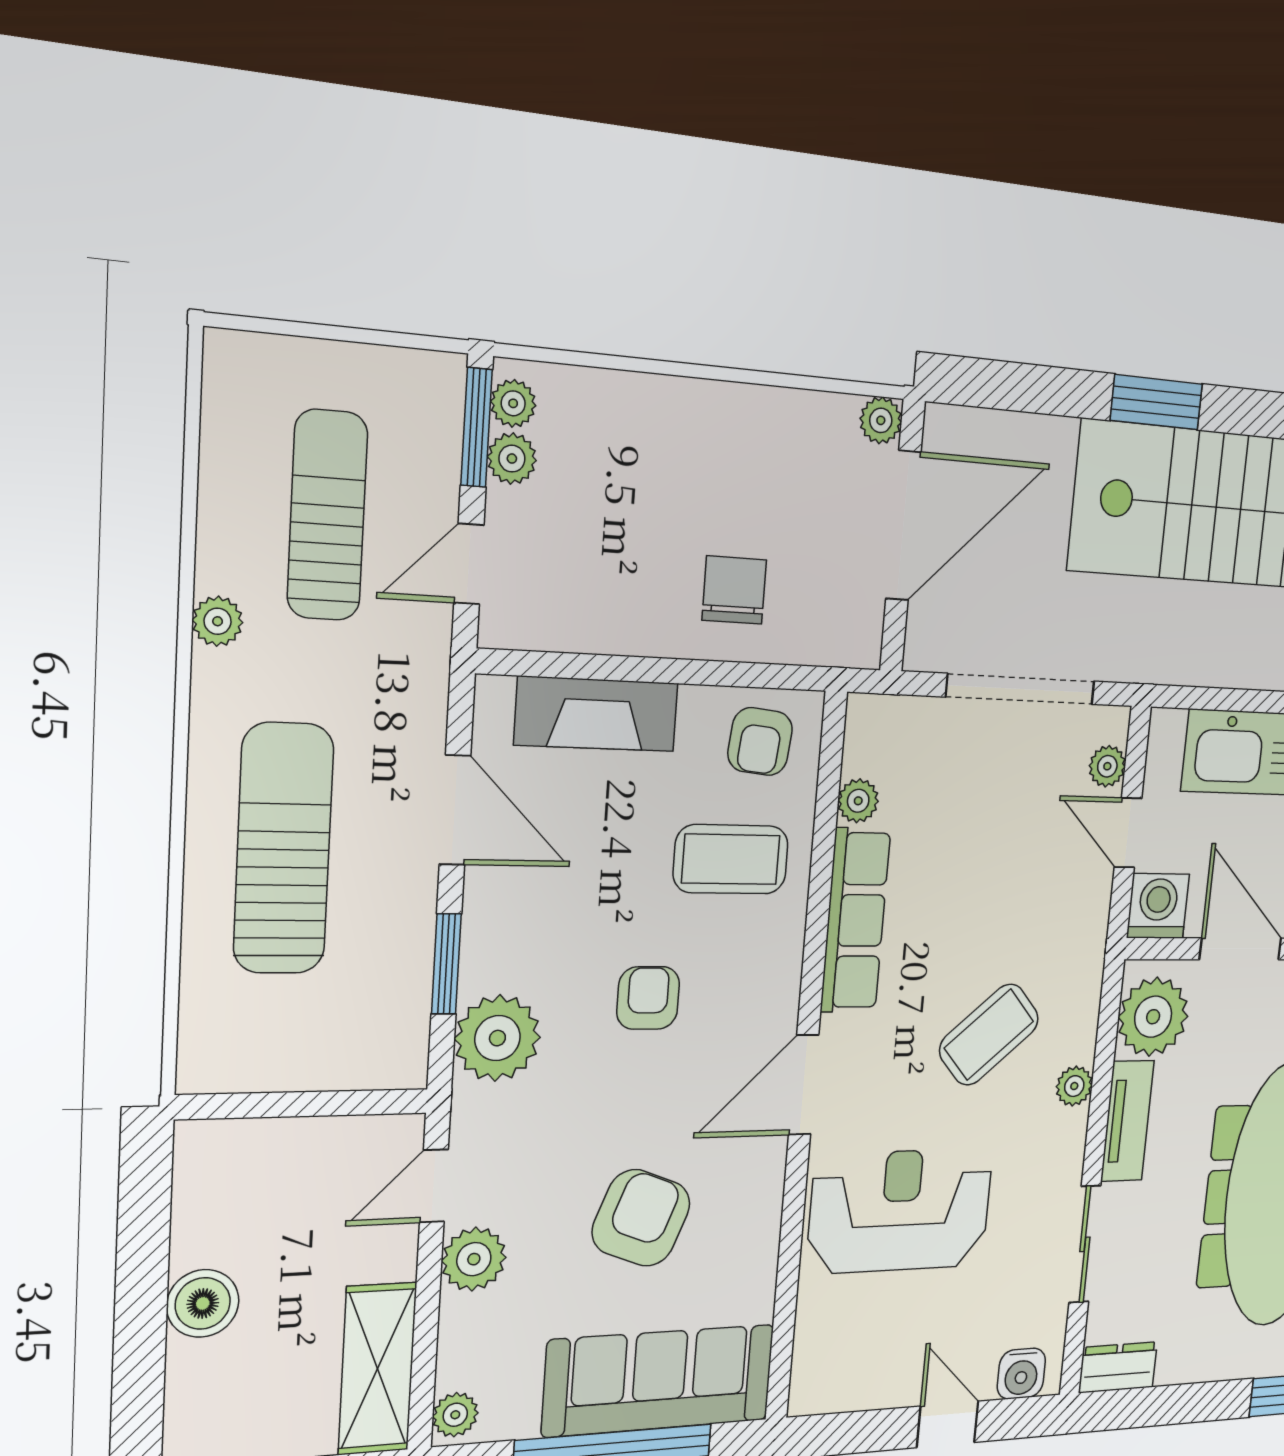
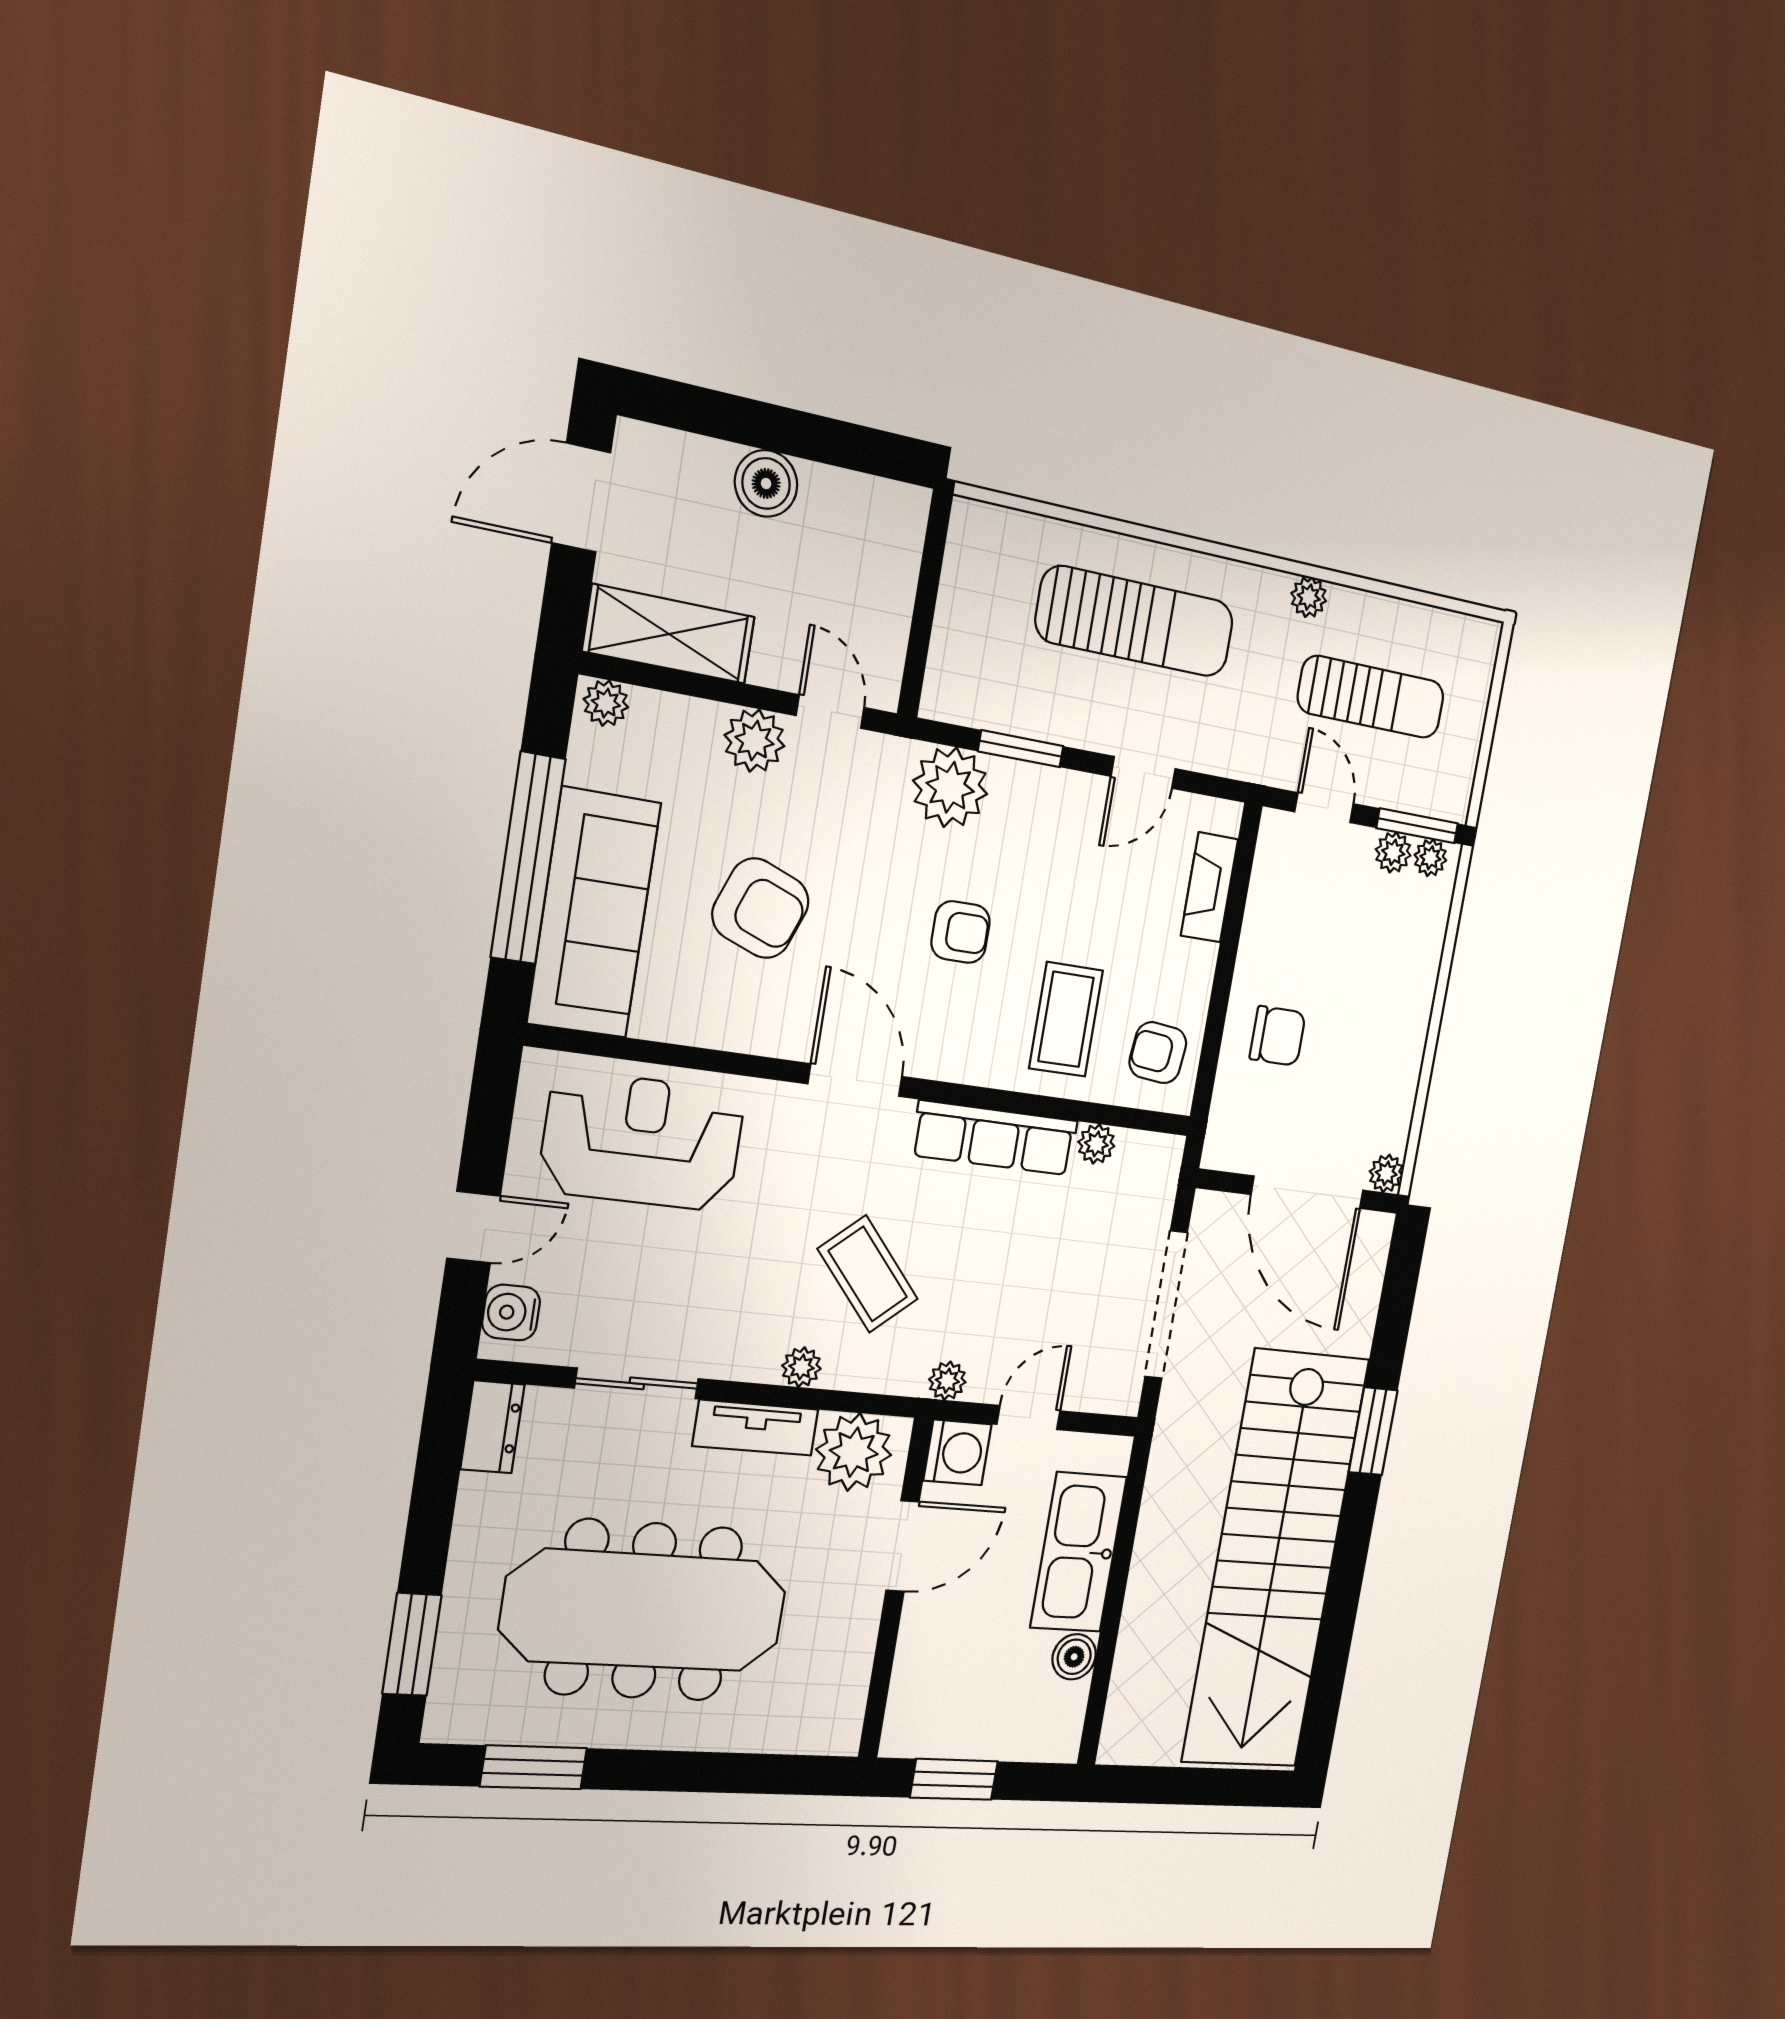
fireplace: (596, 714) -> (1209, 887), width x0.73, depth x0.76
plant: (1107, 766) -> (947, 1381), moved
door: (455, 810) -> (1143, 772), width x0.73
reception desk: (900, 1211) -> (642, 1141), moved, turned -90

